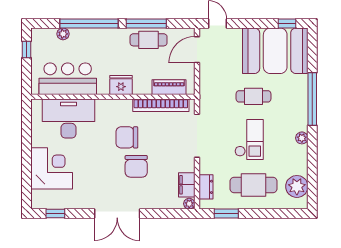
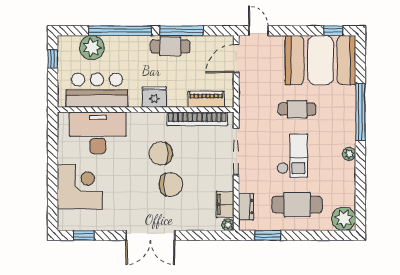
plant: (63, 34) -> (92, 48), width x1.88, depth x1.88
cafe table: (149, 40) -> (170, 46), moved
chair: (136, 166) -> (171, 184), turned -90
plant: (297, 186) -> (344, 219), moved

